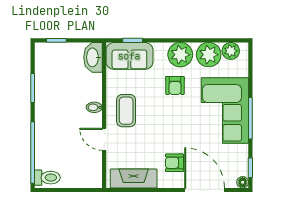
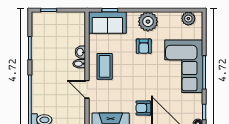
plant: (209, 55) -> (171, 21), removed
washbasin: (93, 57) -> (80, 52), moved, width x0.52, depth x0.69

